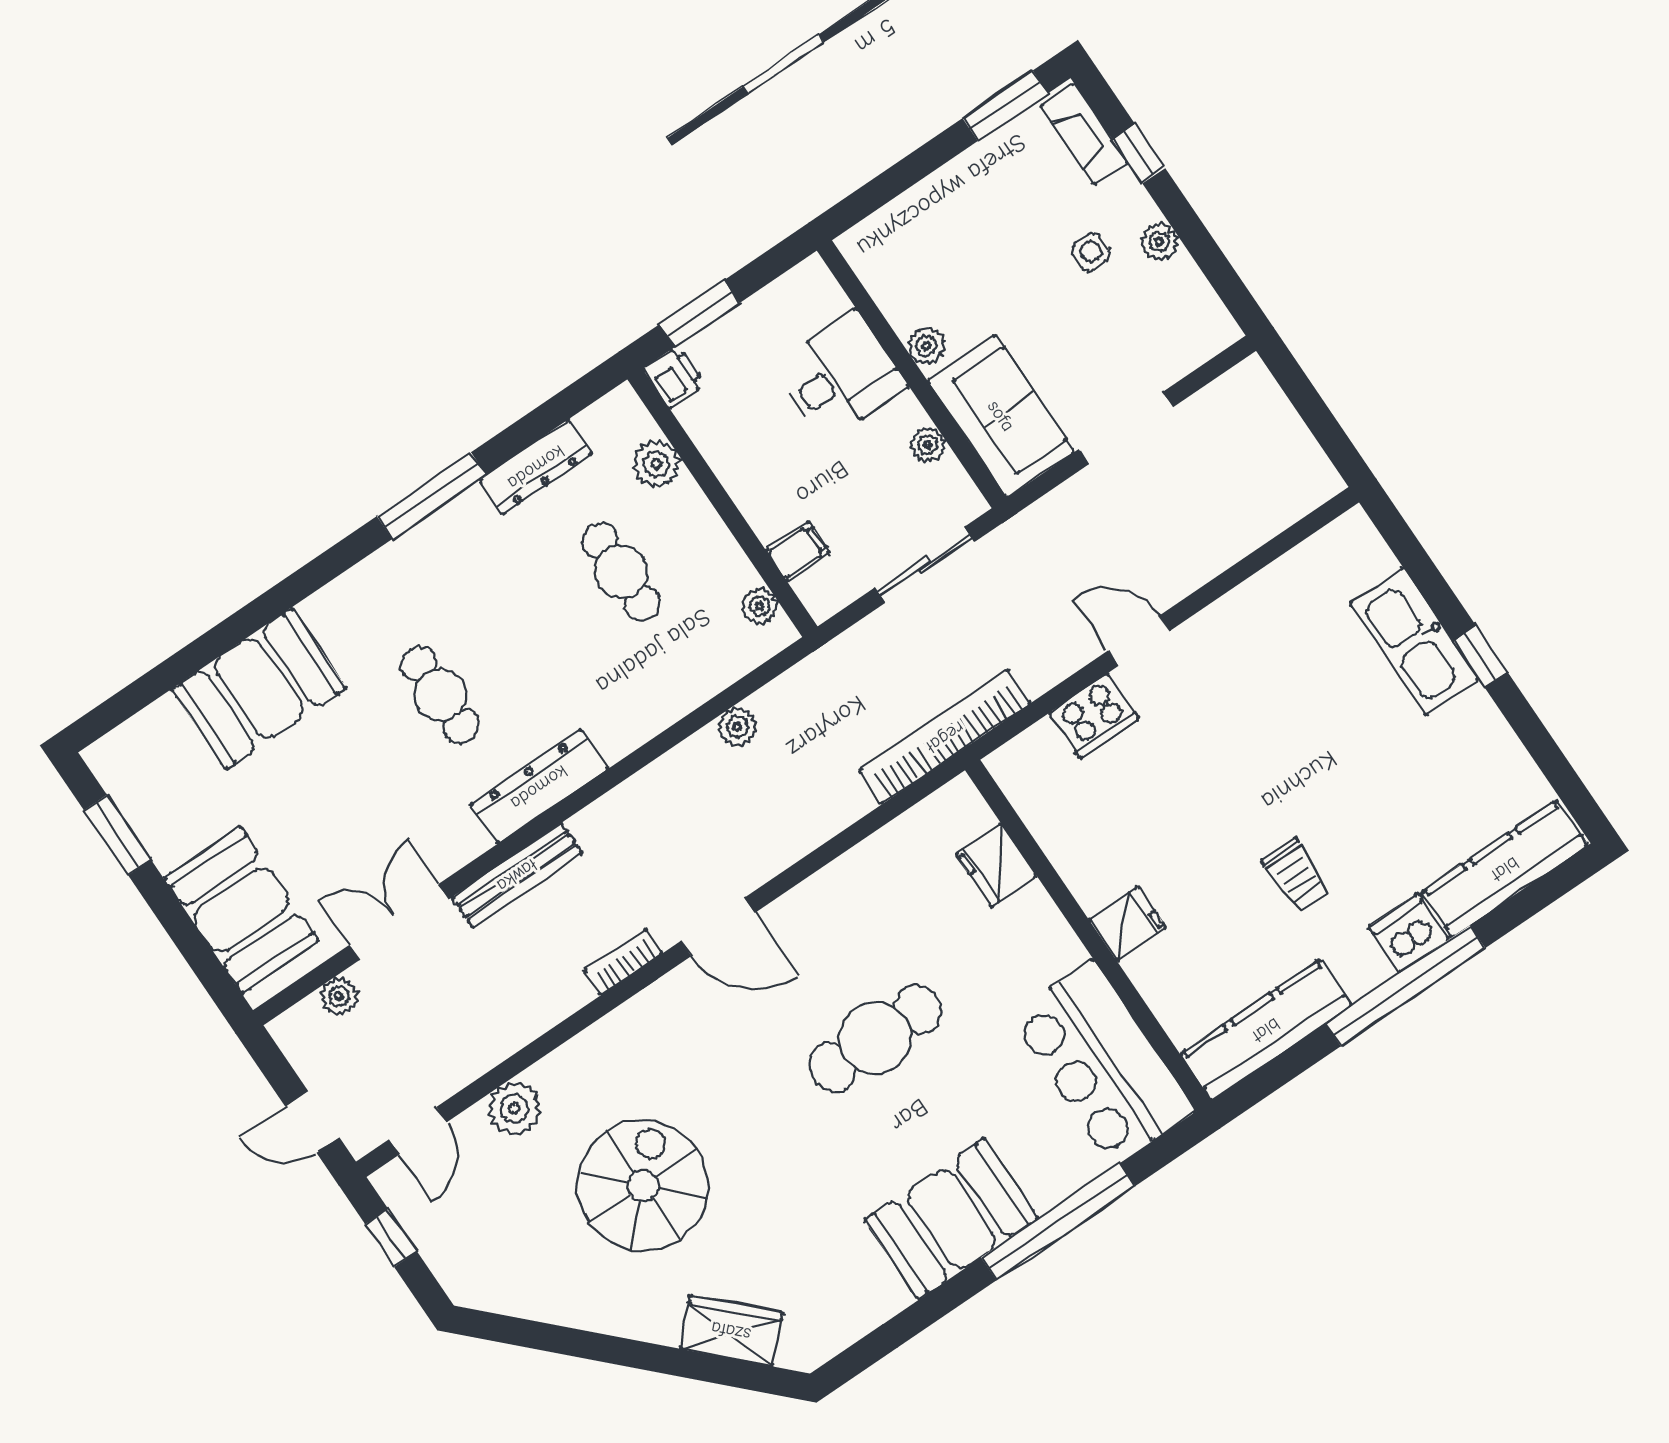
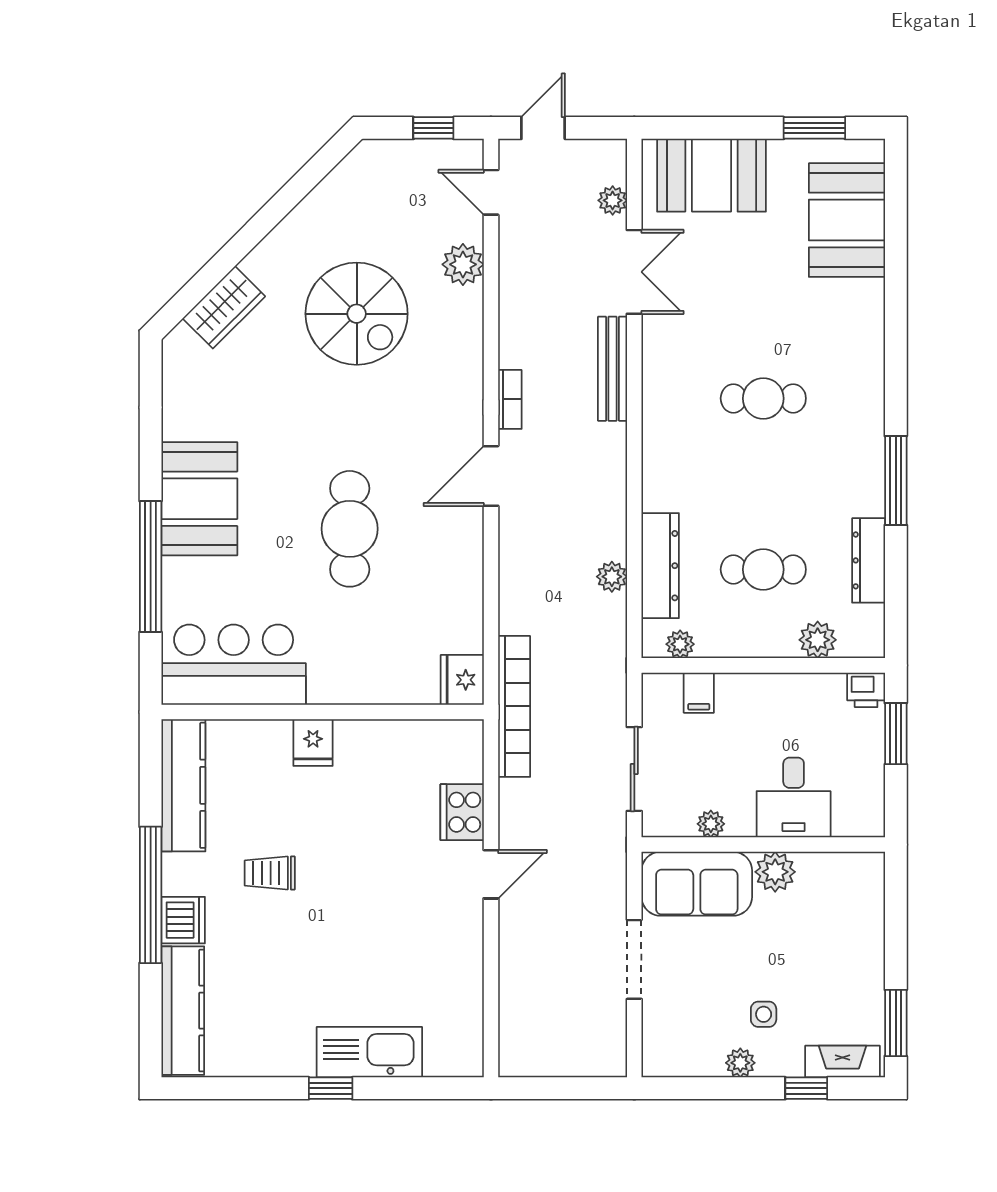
plant: (926, 346) -> (775, 872), width x1.38, depth x1.38
booth: (259, 688) -> (847, 220), moved
dresser: (539, 787) -> (660, 566), moved
fridge: (996, 865) -> (462, 680), moved, turned -90

